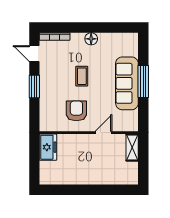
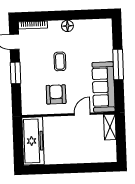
sofa: (127, 83) -> (104, 87), moved
freezer: (48, 147) -> (33, 141), width x1.91, depth x1.26

